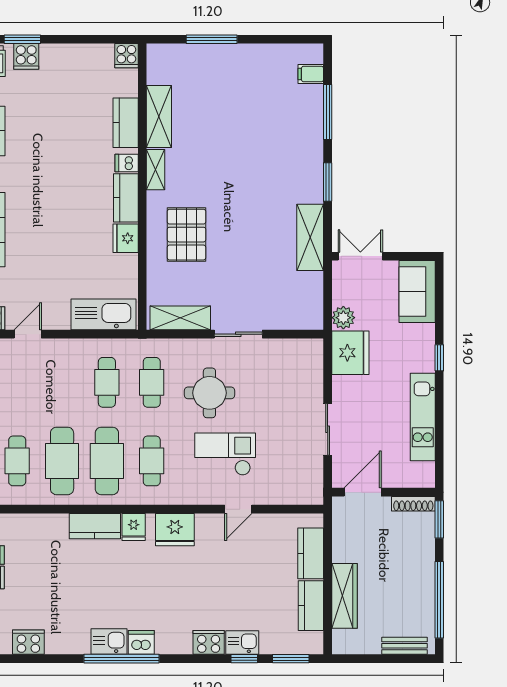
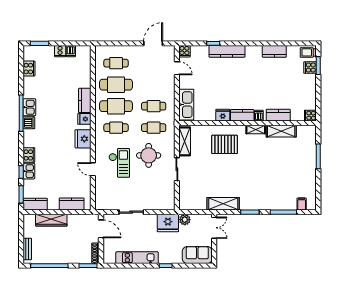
kitchen counter: (311, 606) -> (35, 204), moved

